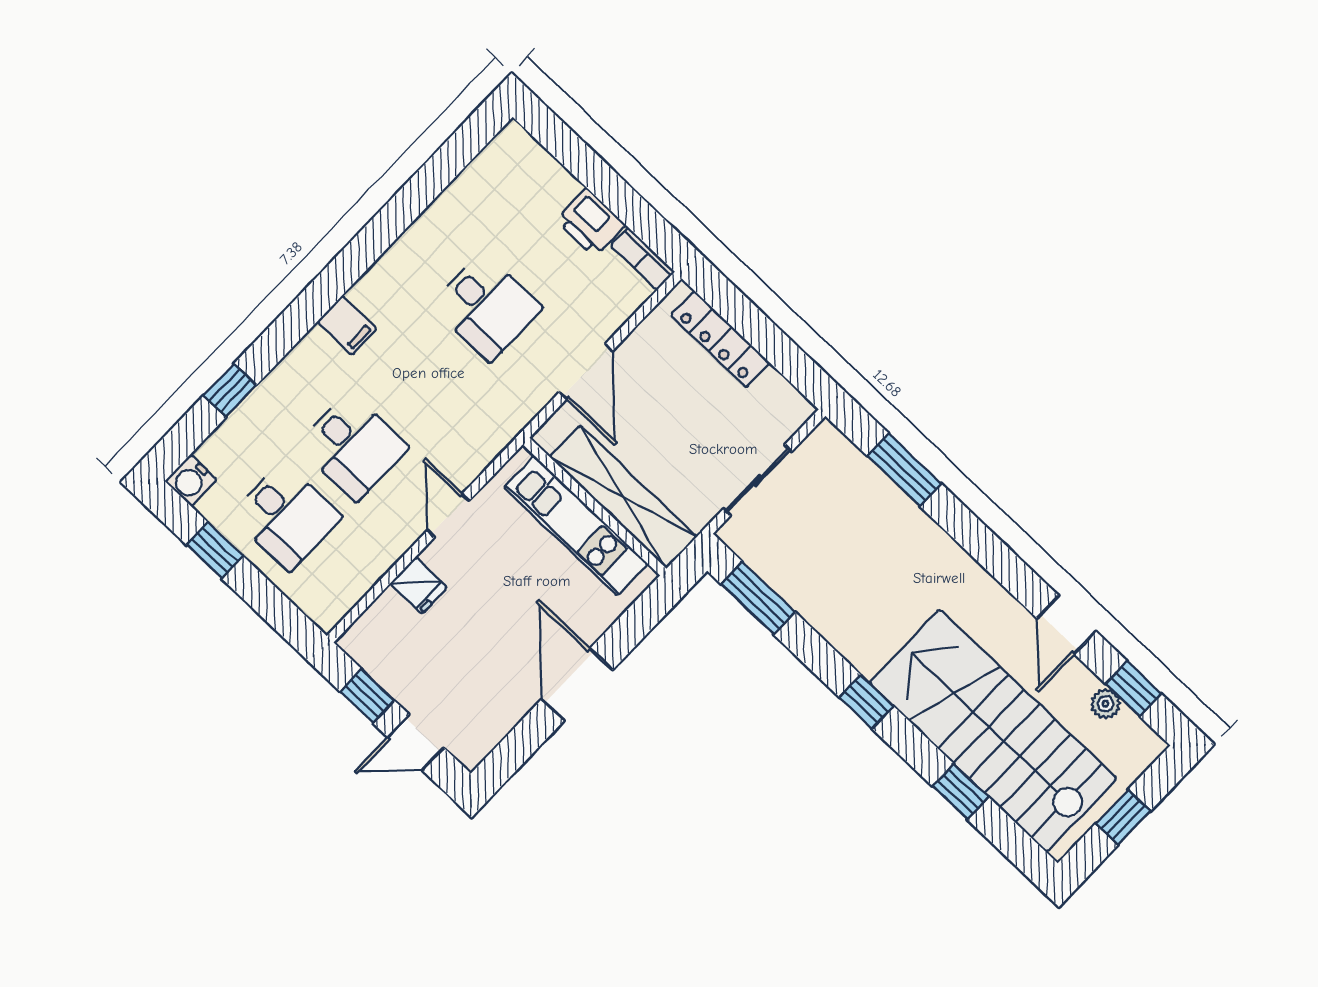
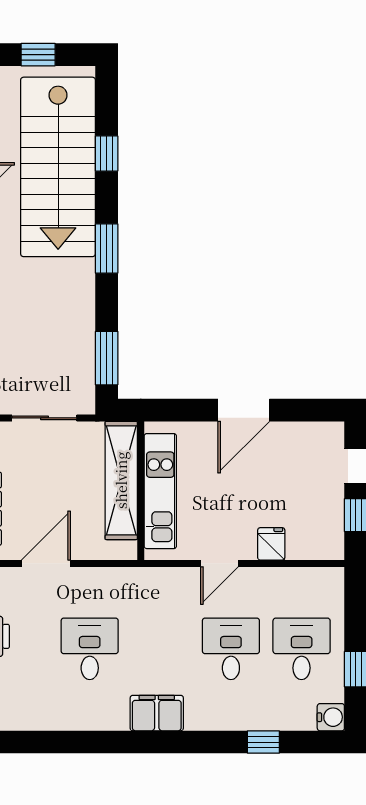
filing cabinet: (347, 325) -> (157, 713), width x2.00
door: (586, 372) -> (46, 563), moved
window: (866, 702) -> (107, 249), width x1.50

